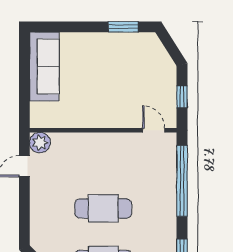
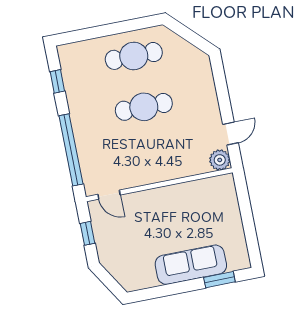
window: (123, 27) -> (219, 280), moved
sofa: (44, 67) -> (191, 265), moved, turned 90

